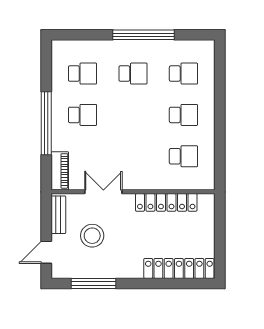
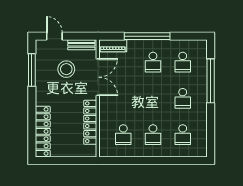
window: (143, 35) -> (211, 81), moved
double door: (103, 192) -> (98, 77), width x1.37

